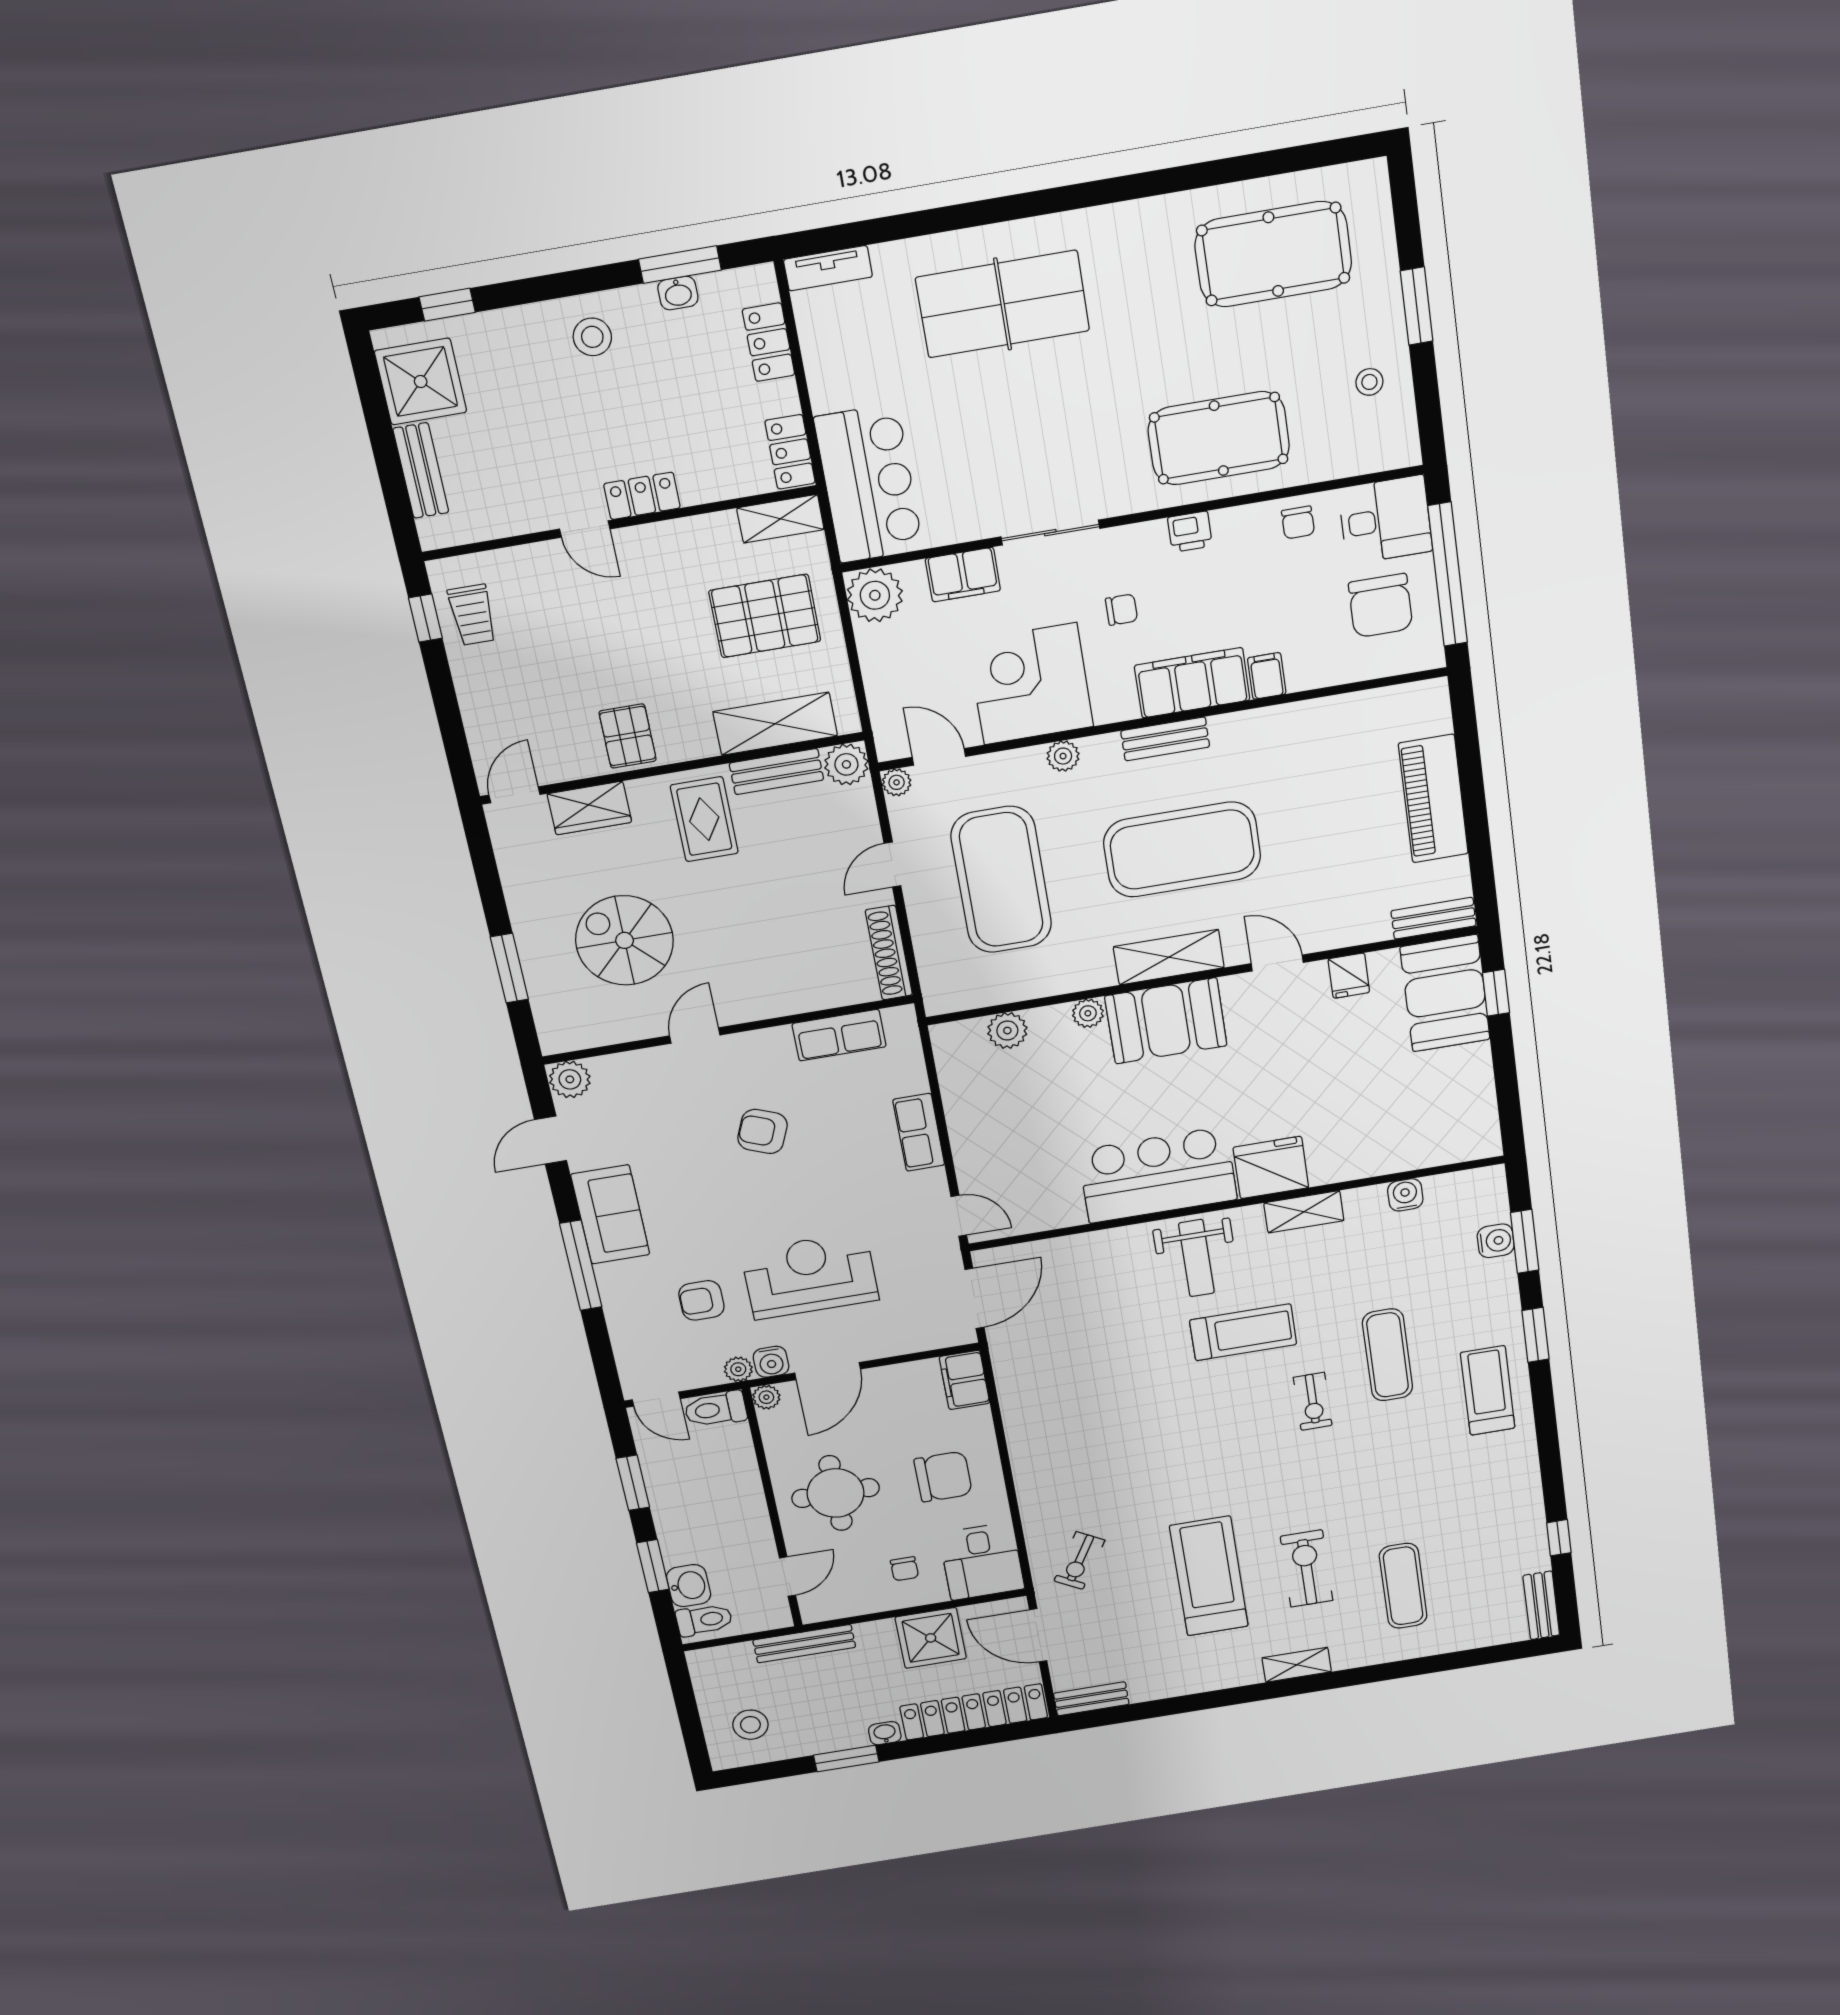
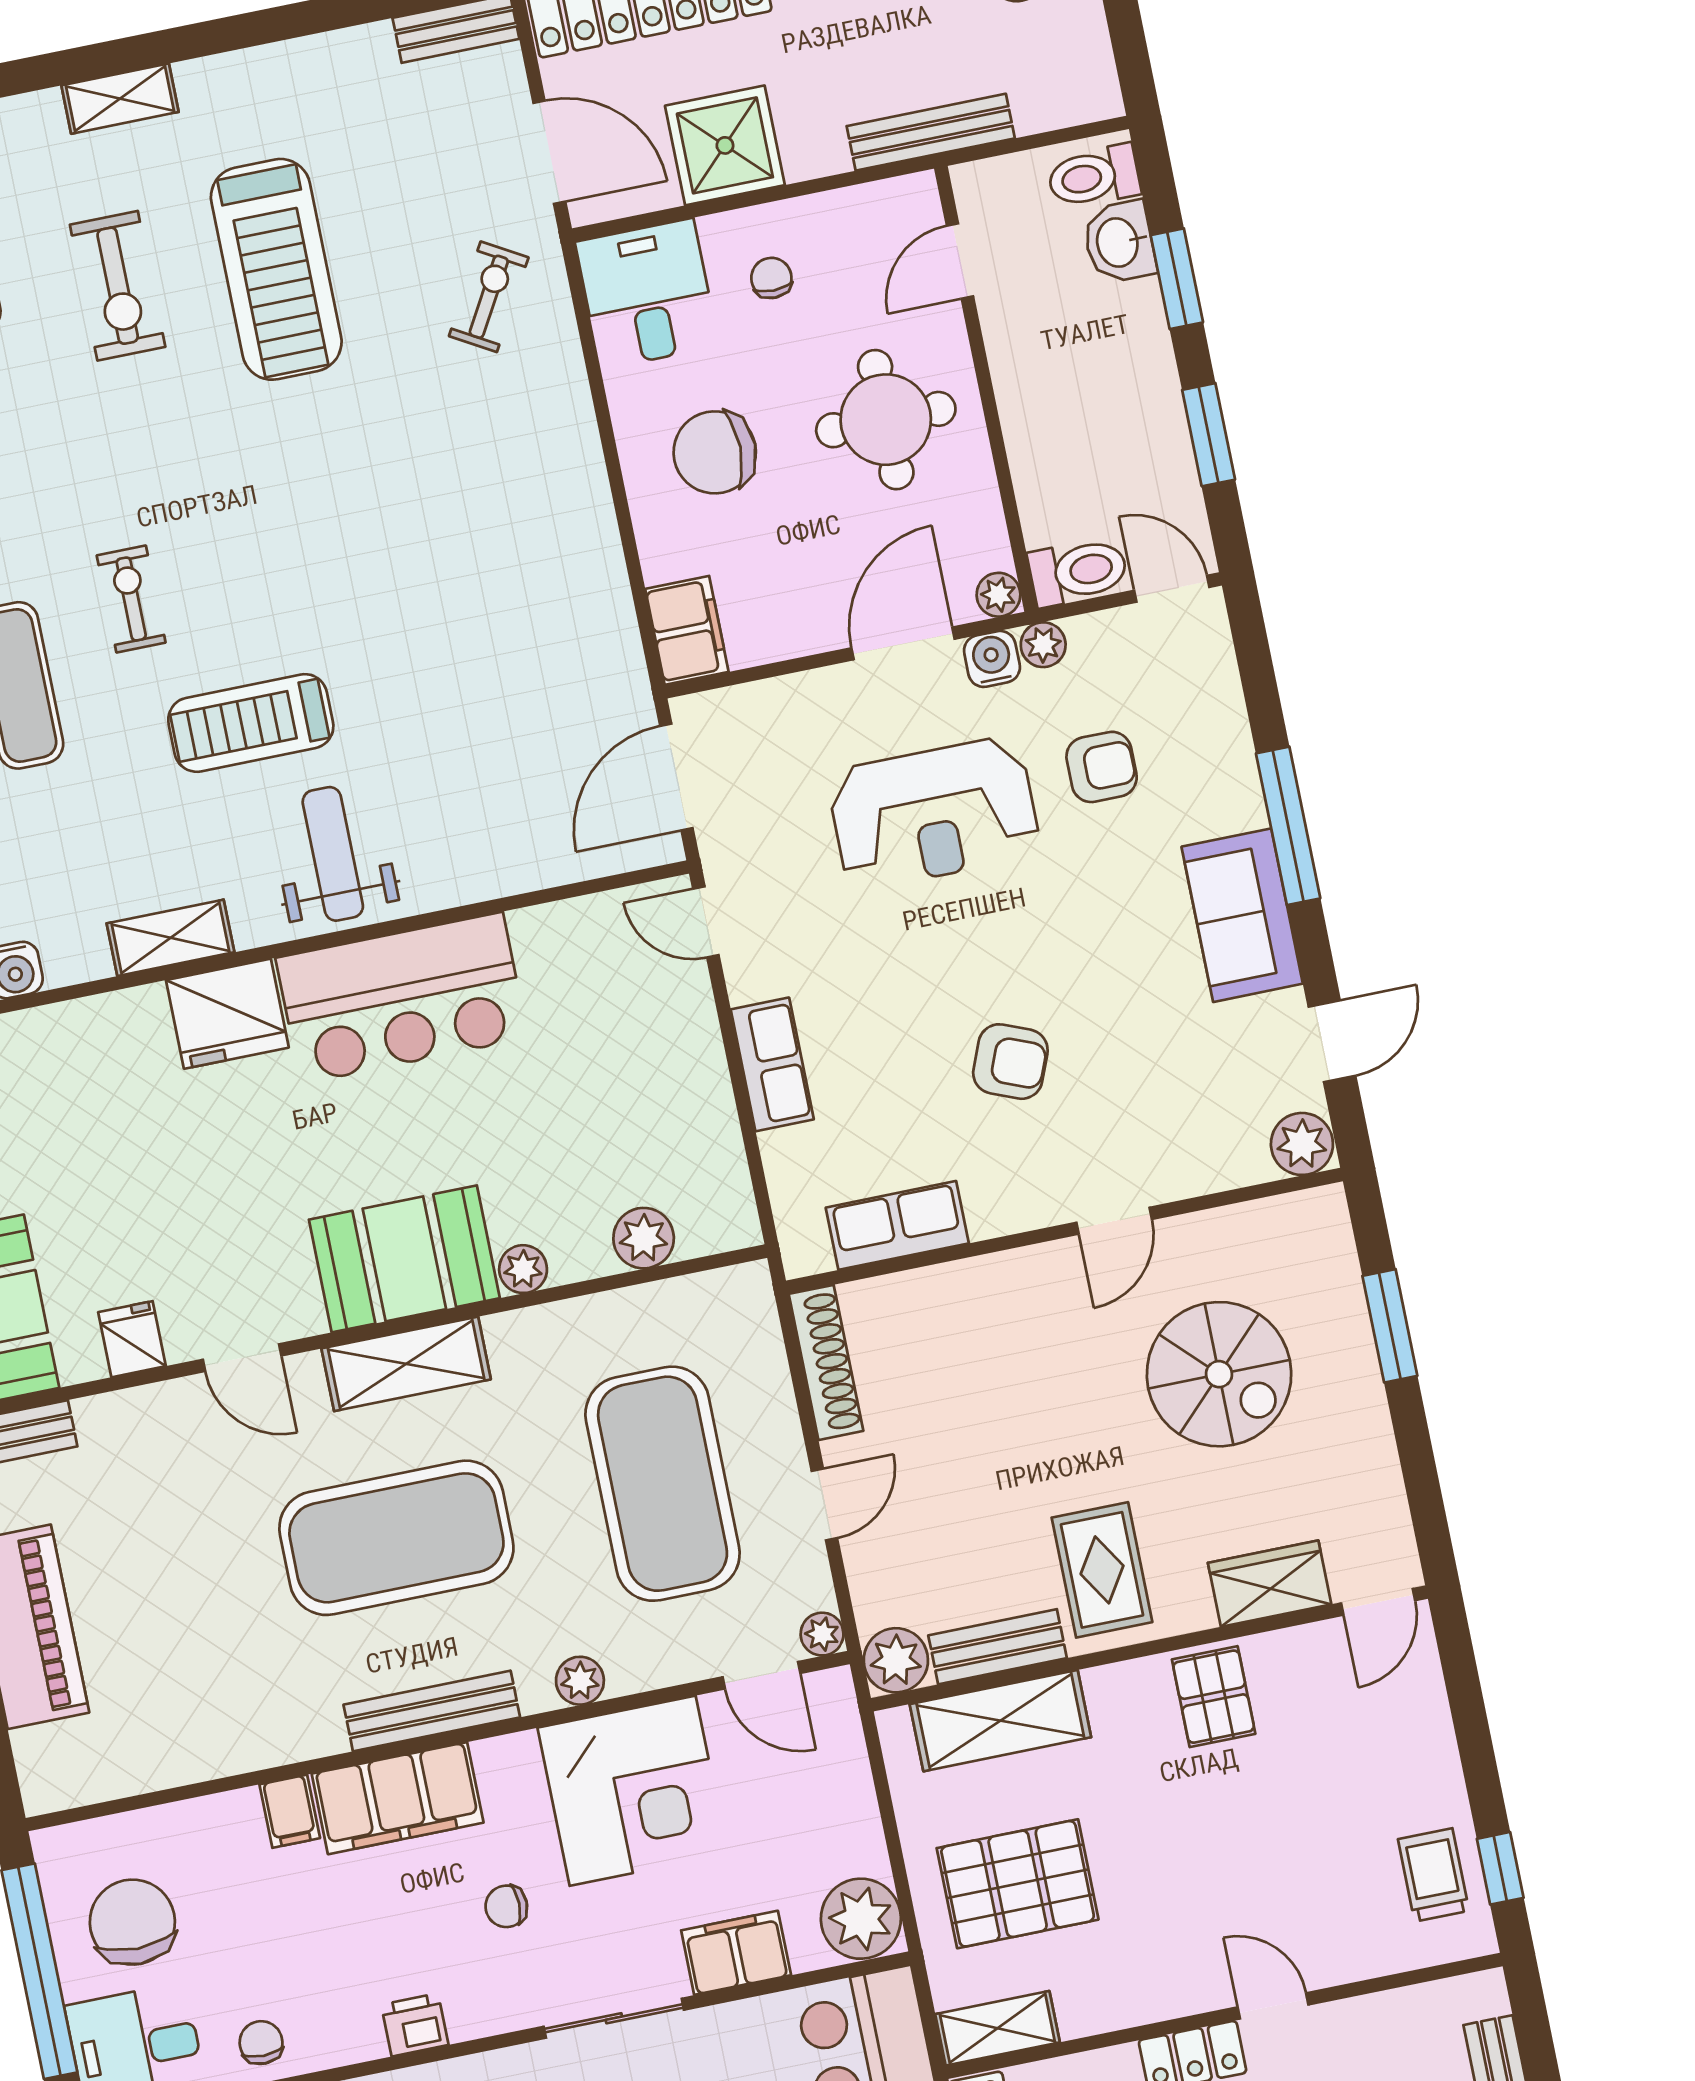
bench: (1165, 739) -> (432, 1711), width x1.36

